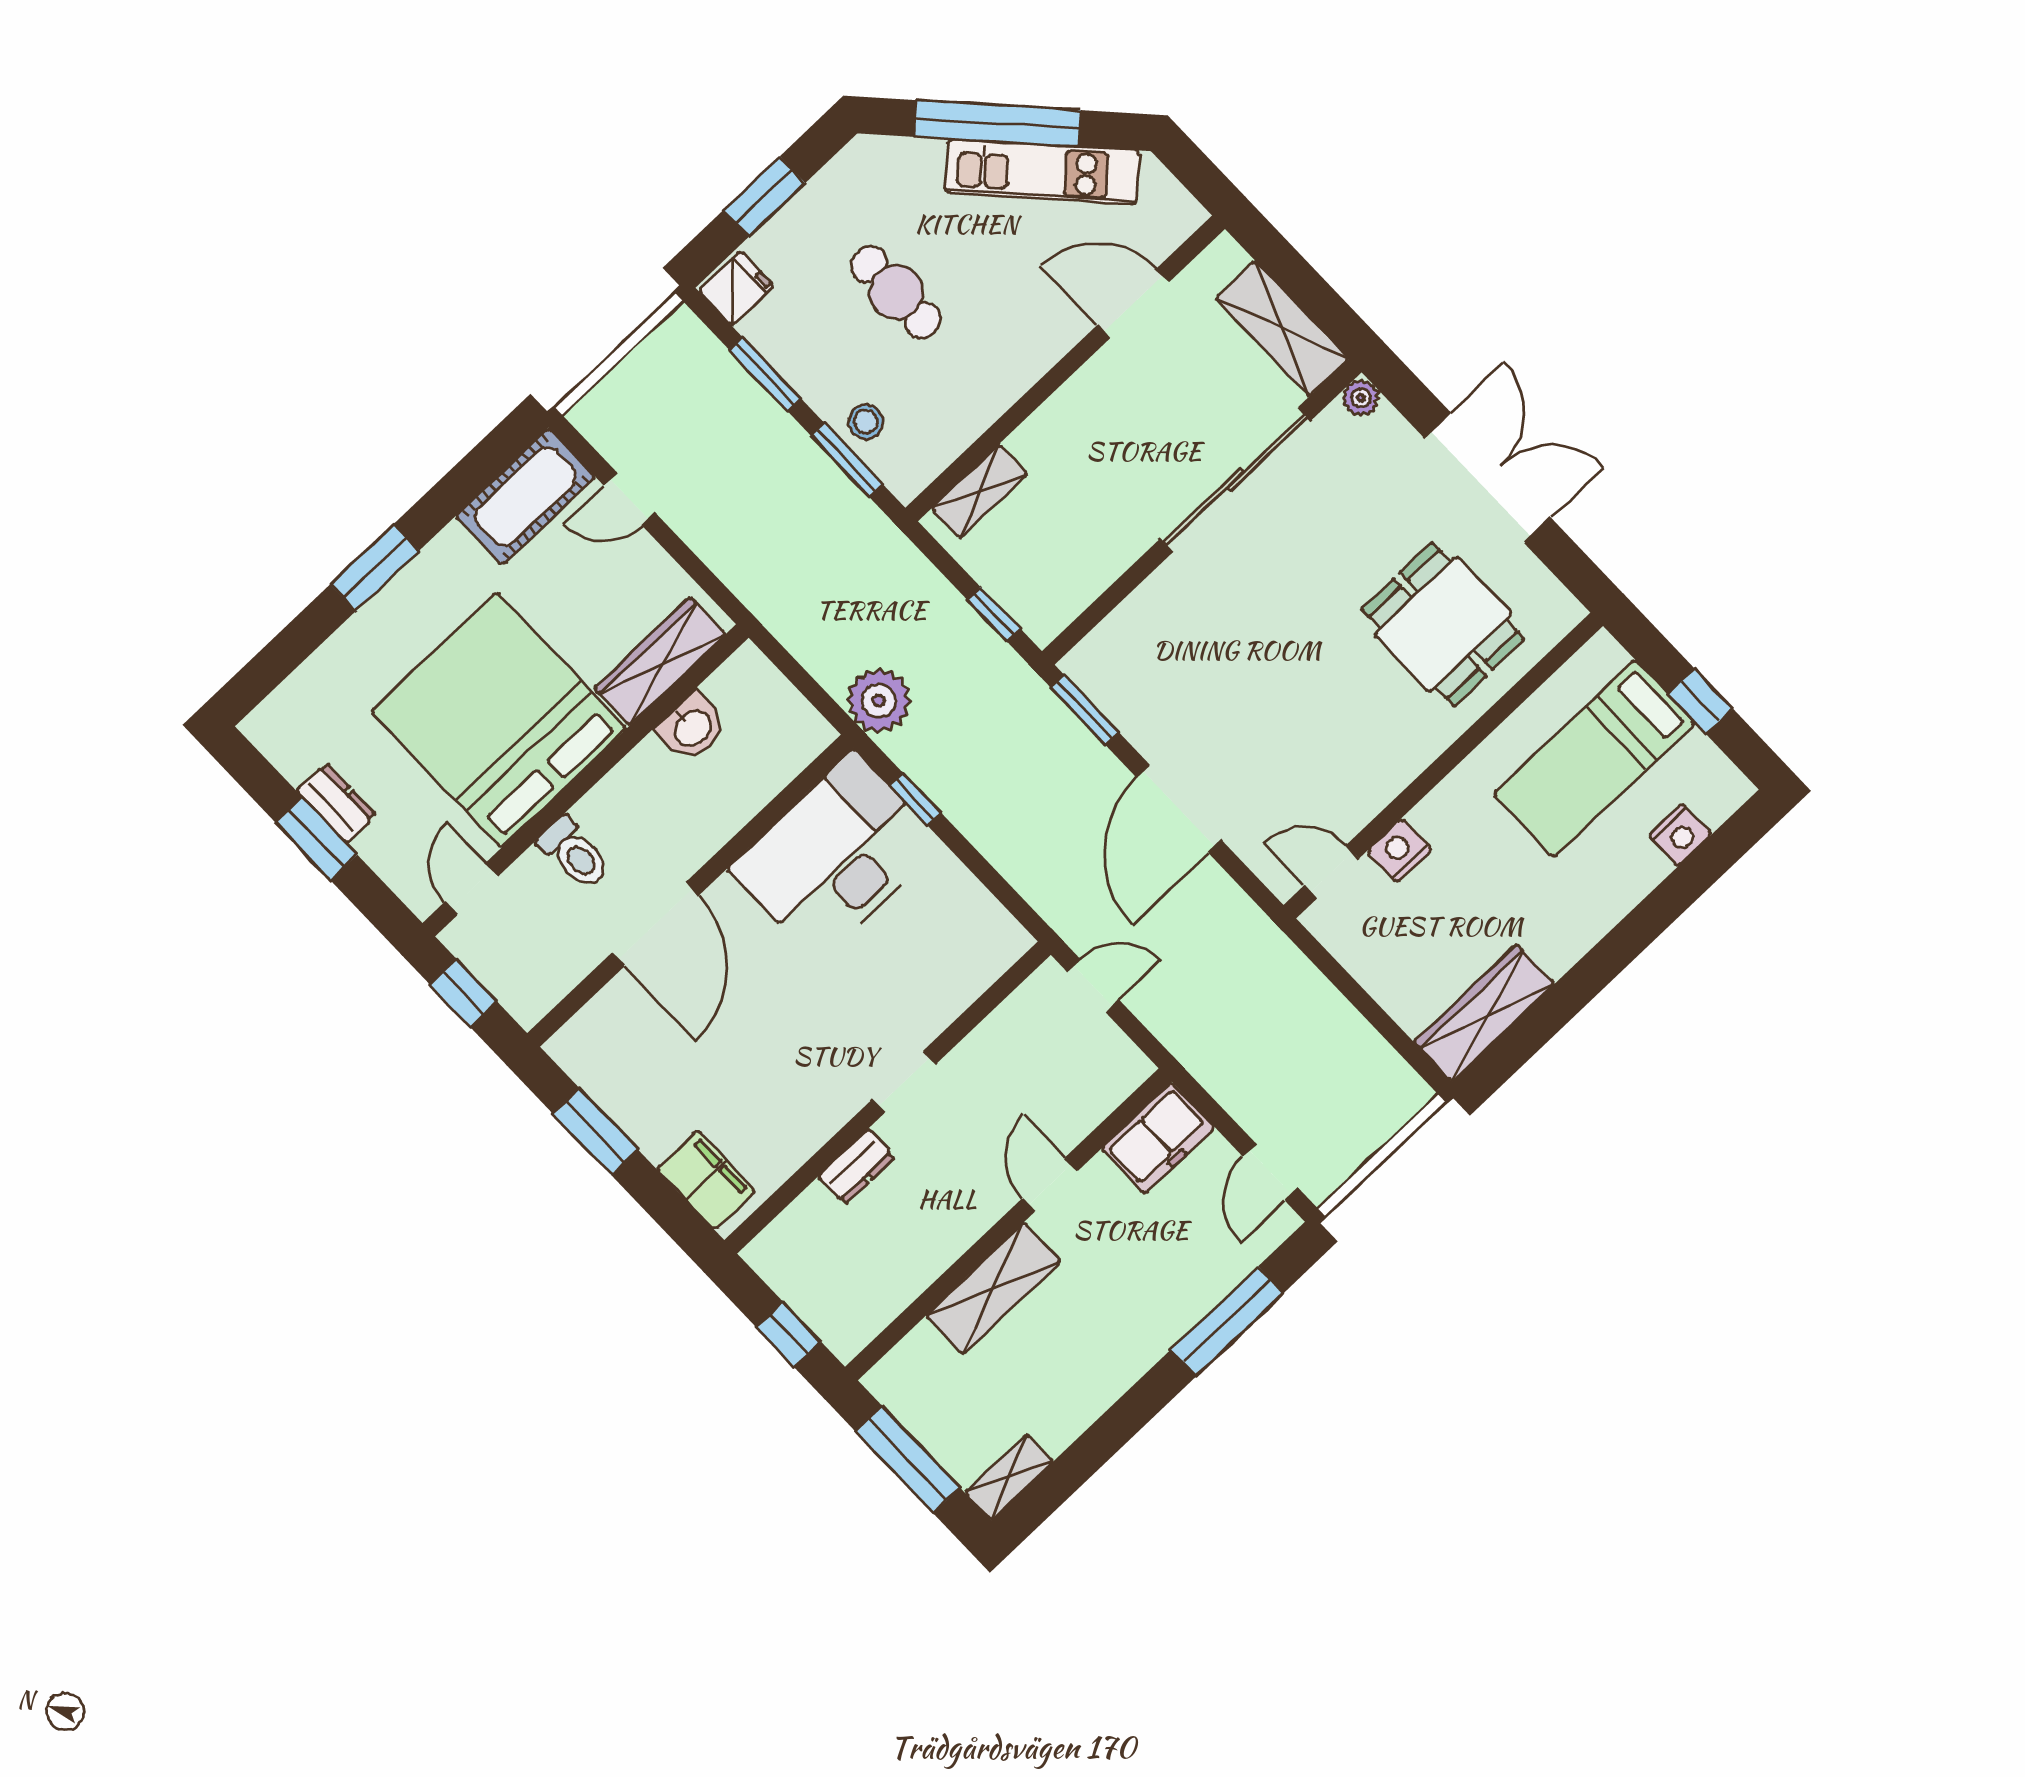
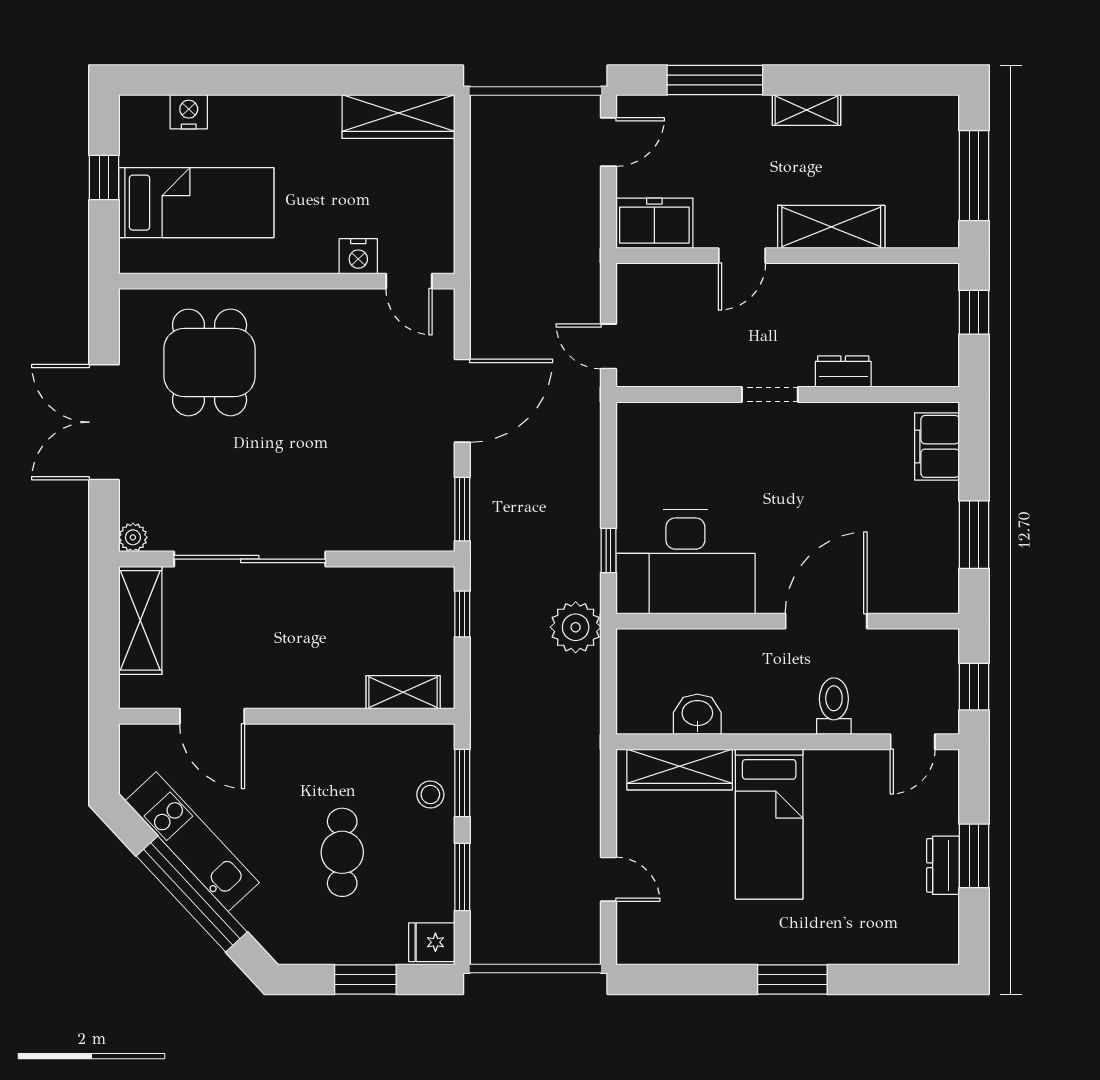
cot: (526, 496) -> (667, 938), removed
bed: (499, 720) -> (769, 824), width x0.49
shelving: (1009, 1477) -> (806, 110), moved

